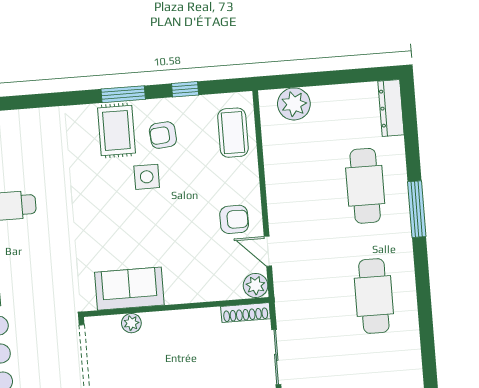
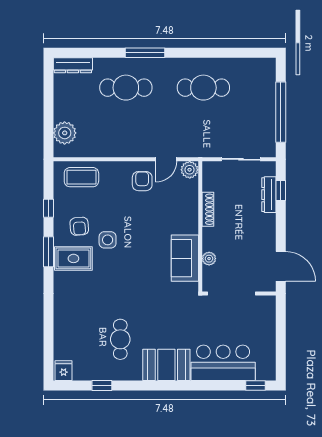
shoe rack: (246, 313) -> (208, 209), moved

